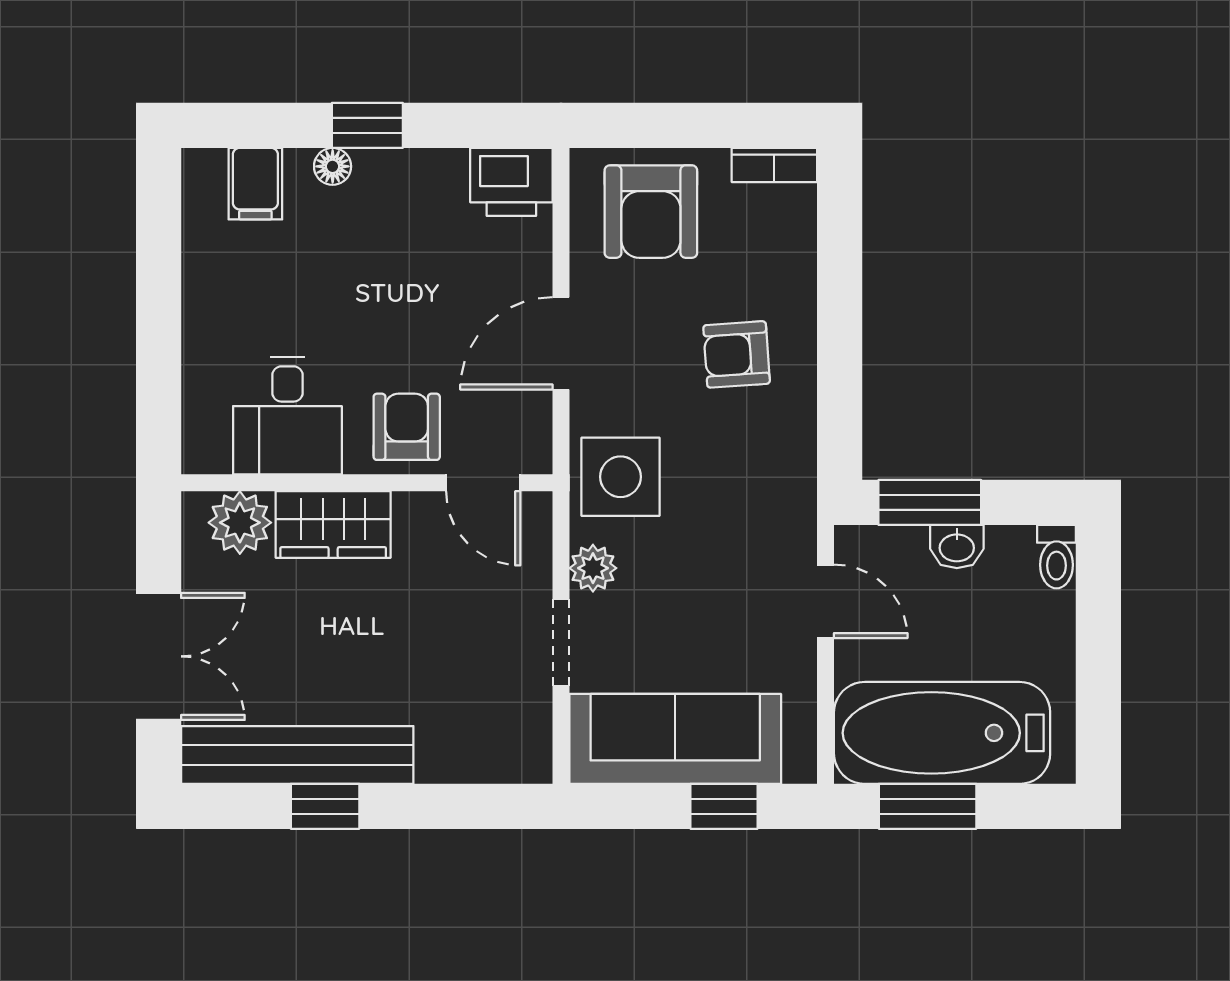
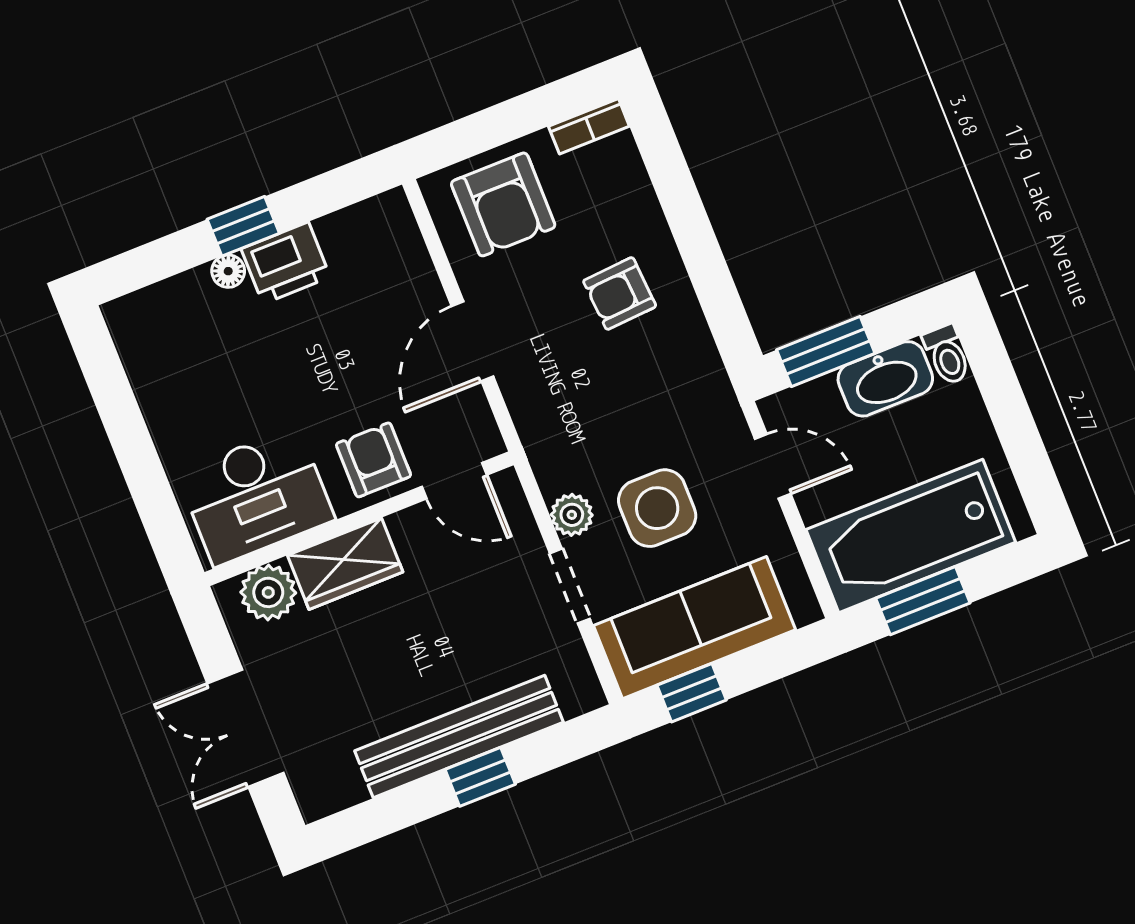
printer: (511, 182) -> (286, 263), moved
filing cabinet: (255, 184) -> (171, 310), removed
desk: (288, 416) -> (256, 496), width x1.37
side table: (621, 477) -> (657, 508), moved
washbasin: (957, 547) -> (885, 379), width x1.91, depth x1.45
double door: (159, 656) -> (245, 728), swing flipped
bench: (297, 755) -> (459, 737), moved
window: (325, 806) -> (480, 777), moved
window: (724, 806) -> (692, 693), moved

